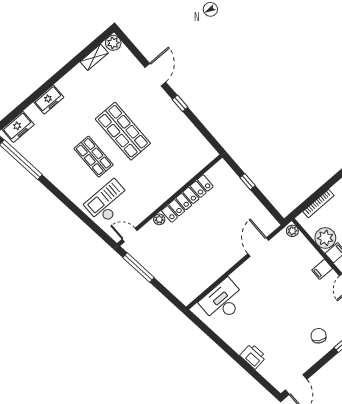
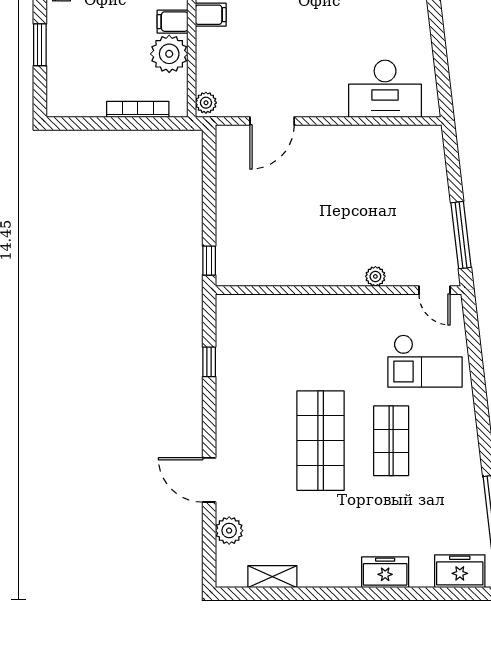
plant: (113, 43) -> (229, 531), moved
door: (155, 75) -> (209, 480), hinge flipped
window: (180, 103) -> (209, 362), moved
window: (248, 182) -> (209, 261), moved
locker: (187, 198) -> (312, 272), removed

